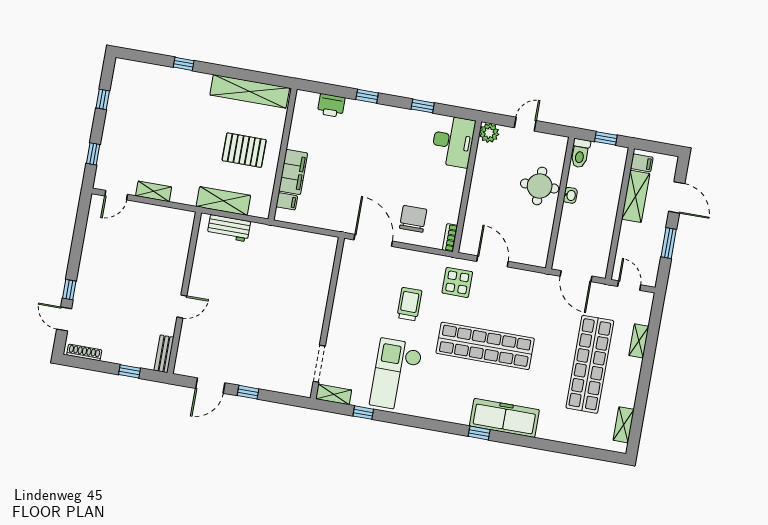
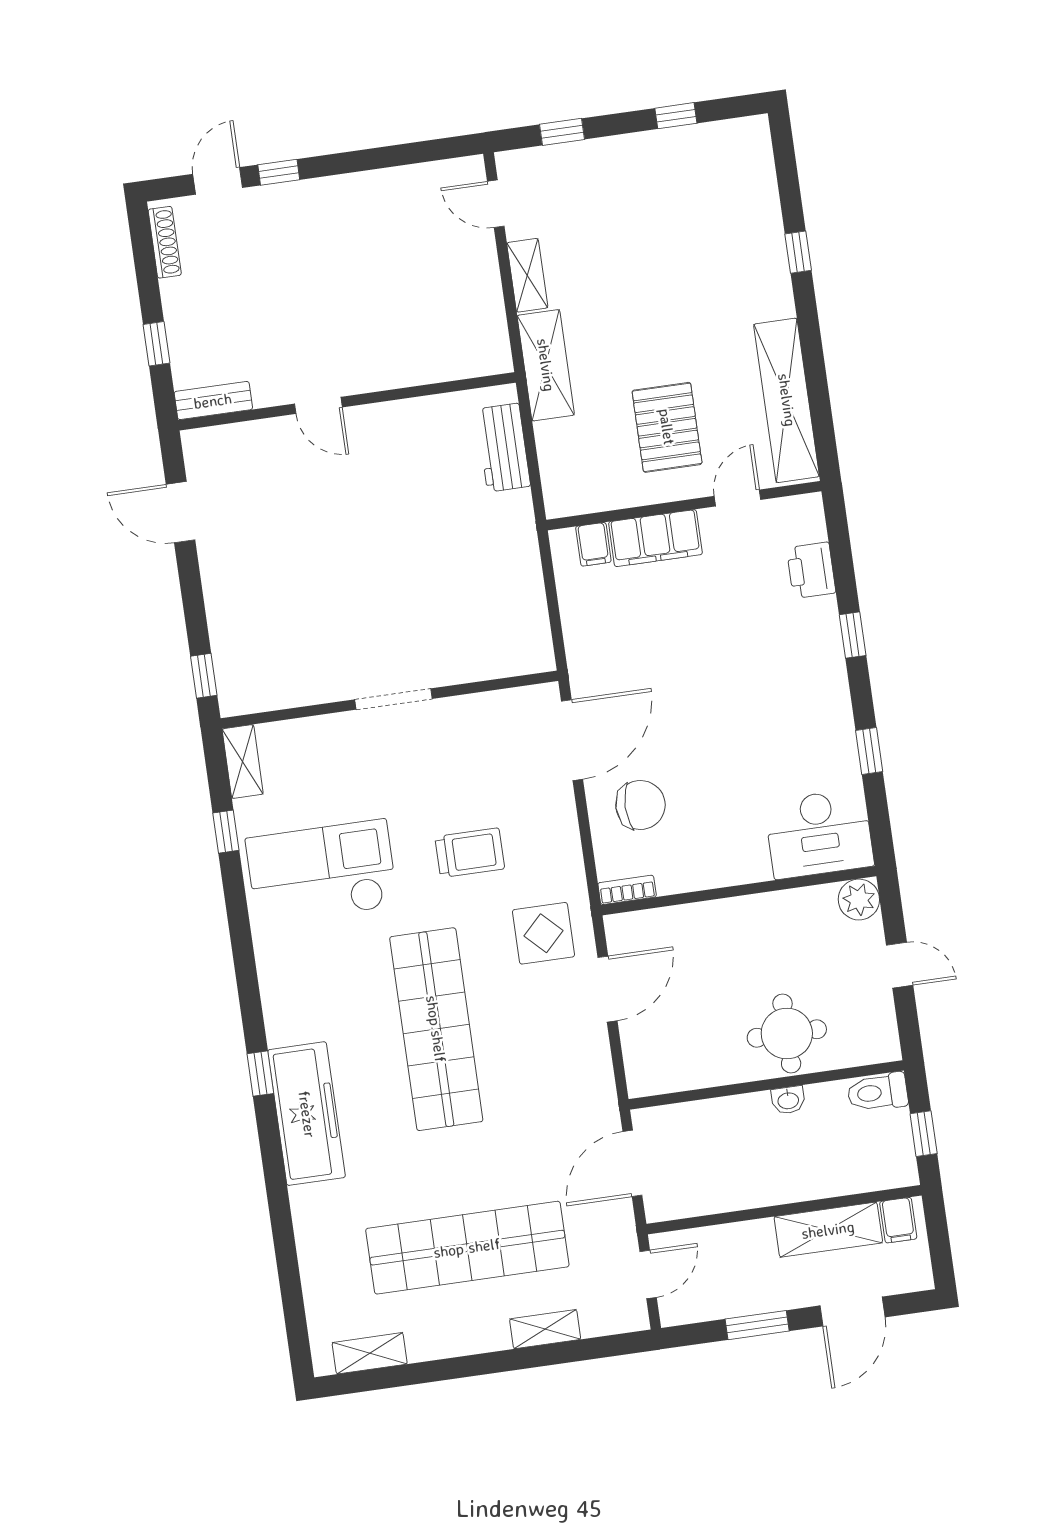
door: (287, 128) -> (737, 498), added
shelving: (223, 201) -> (546, 365), moved
doorway: (319, 364) -> (394, 699), moved
window: (248, 392) -> (204, 676), moved

